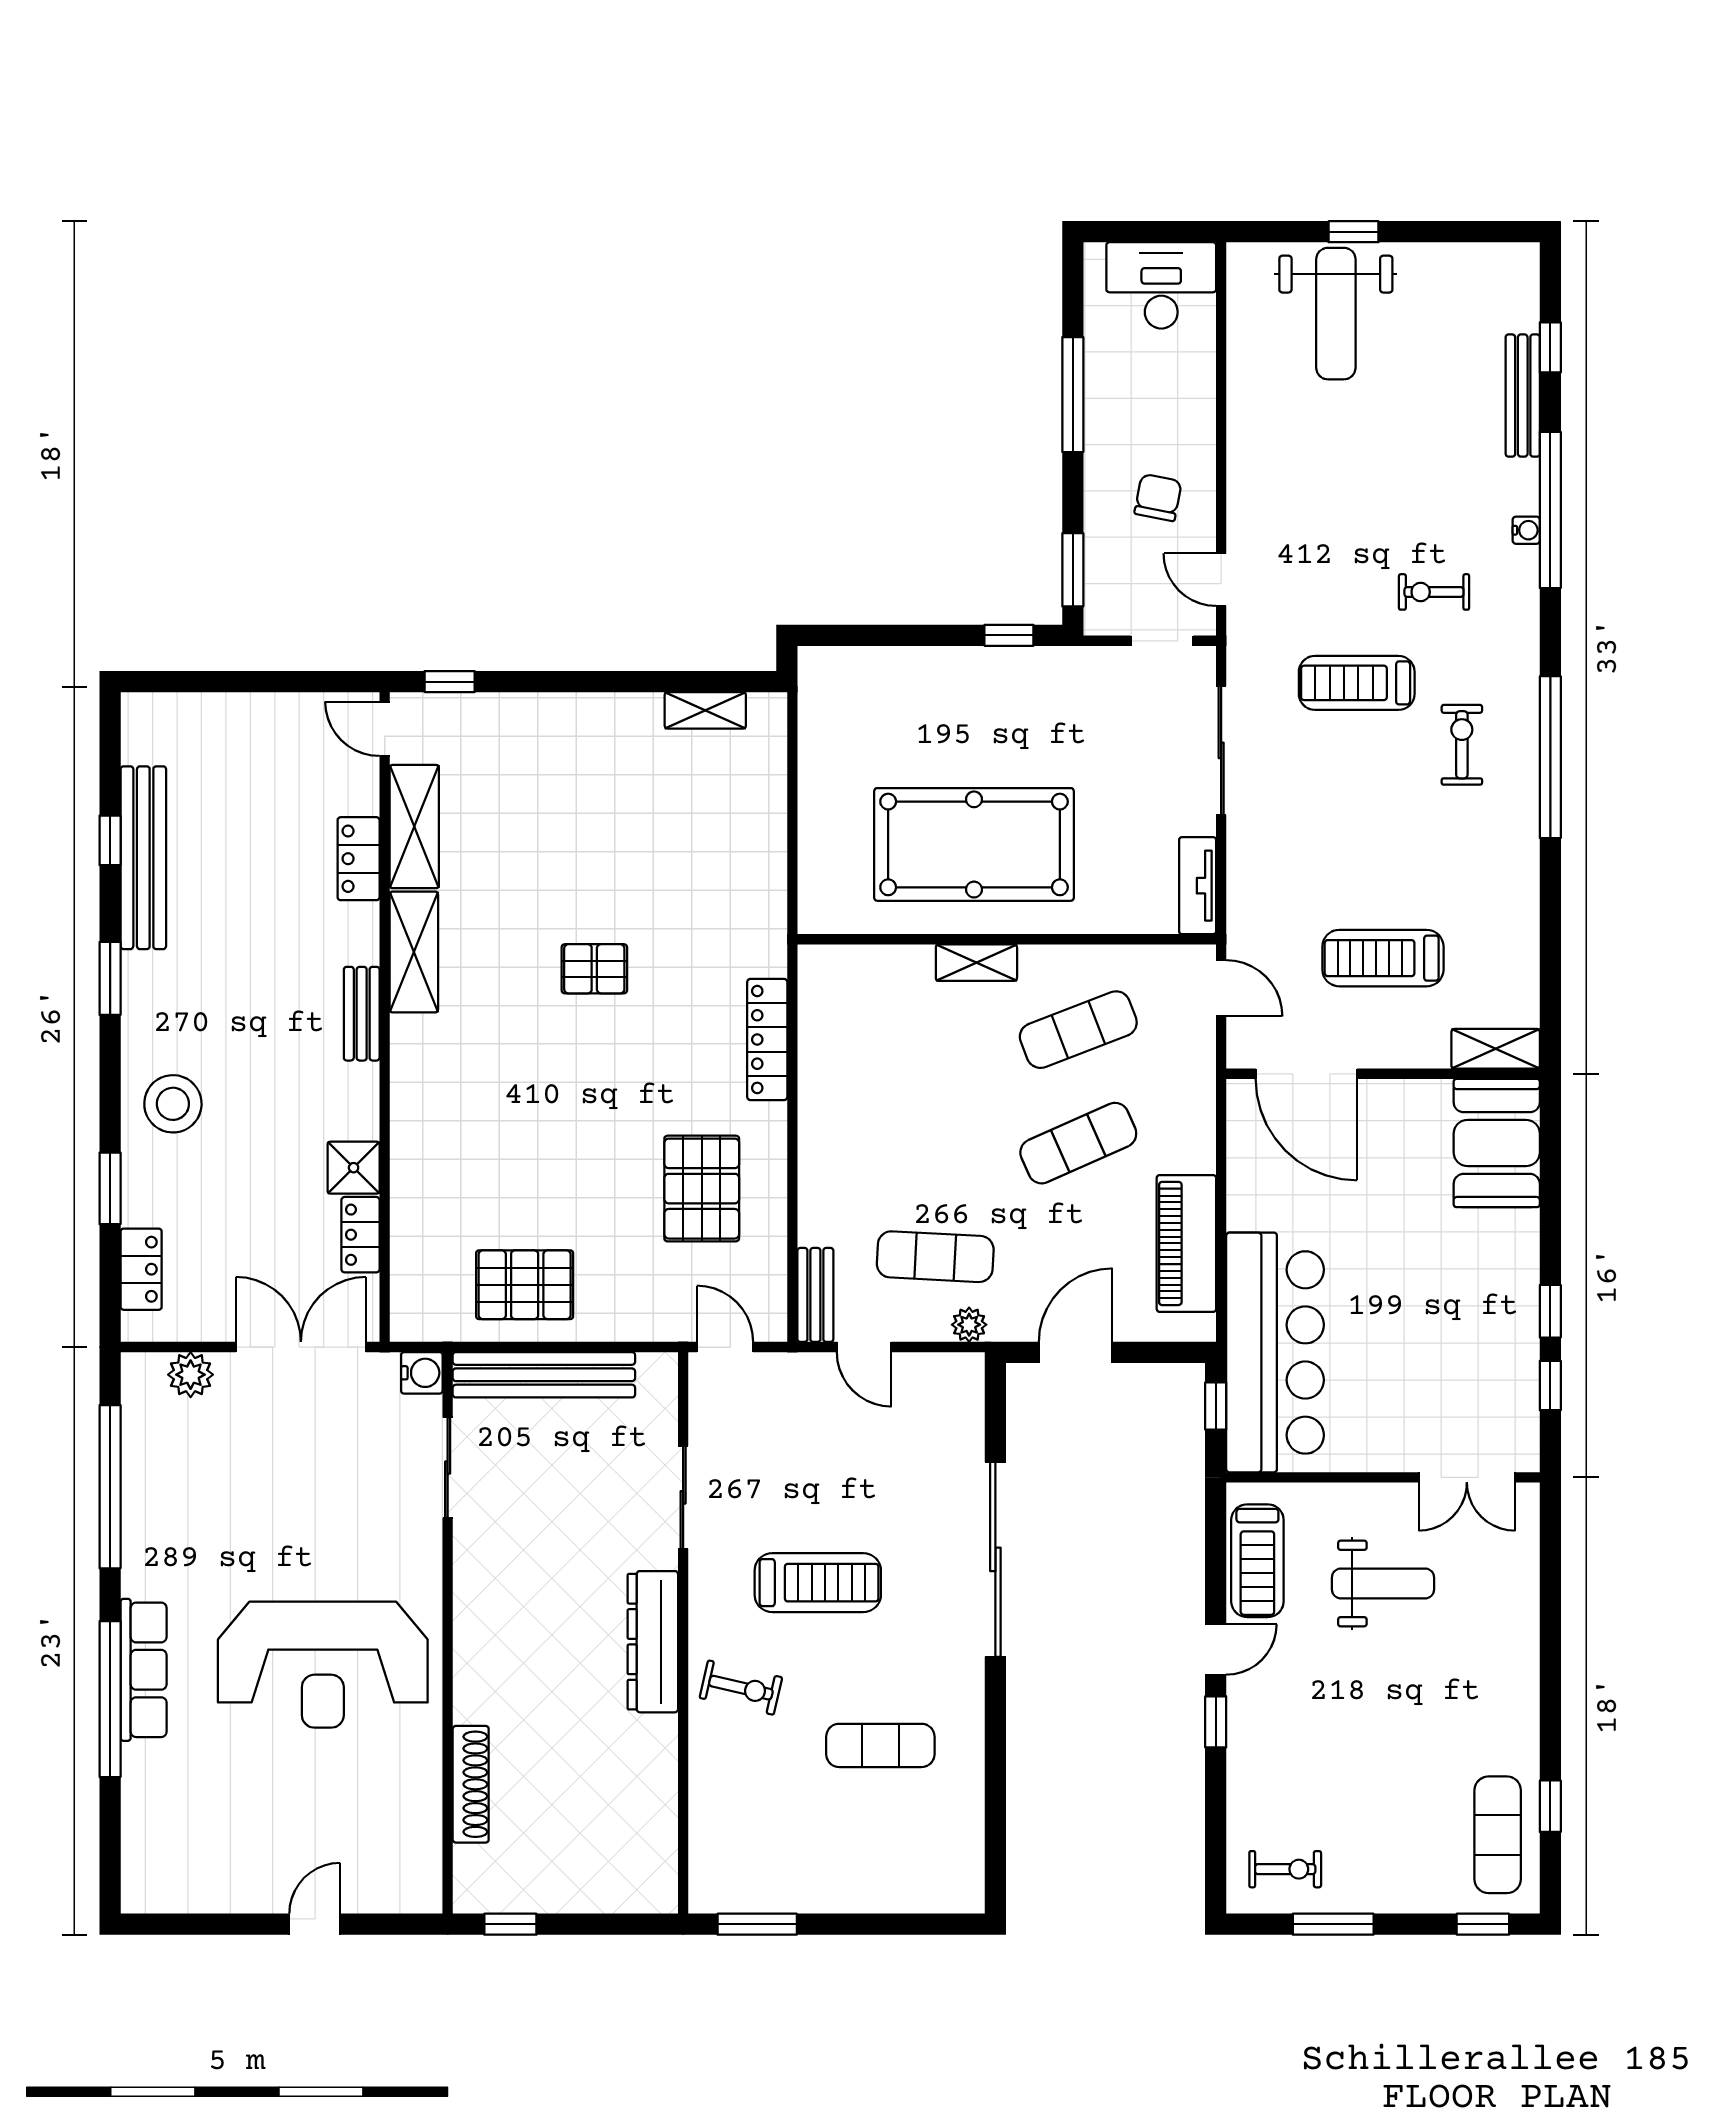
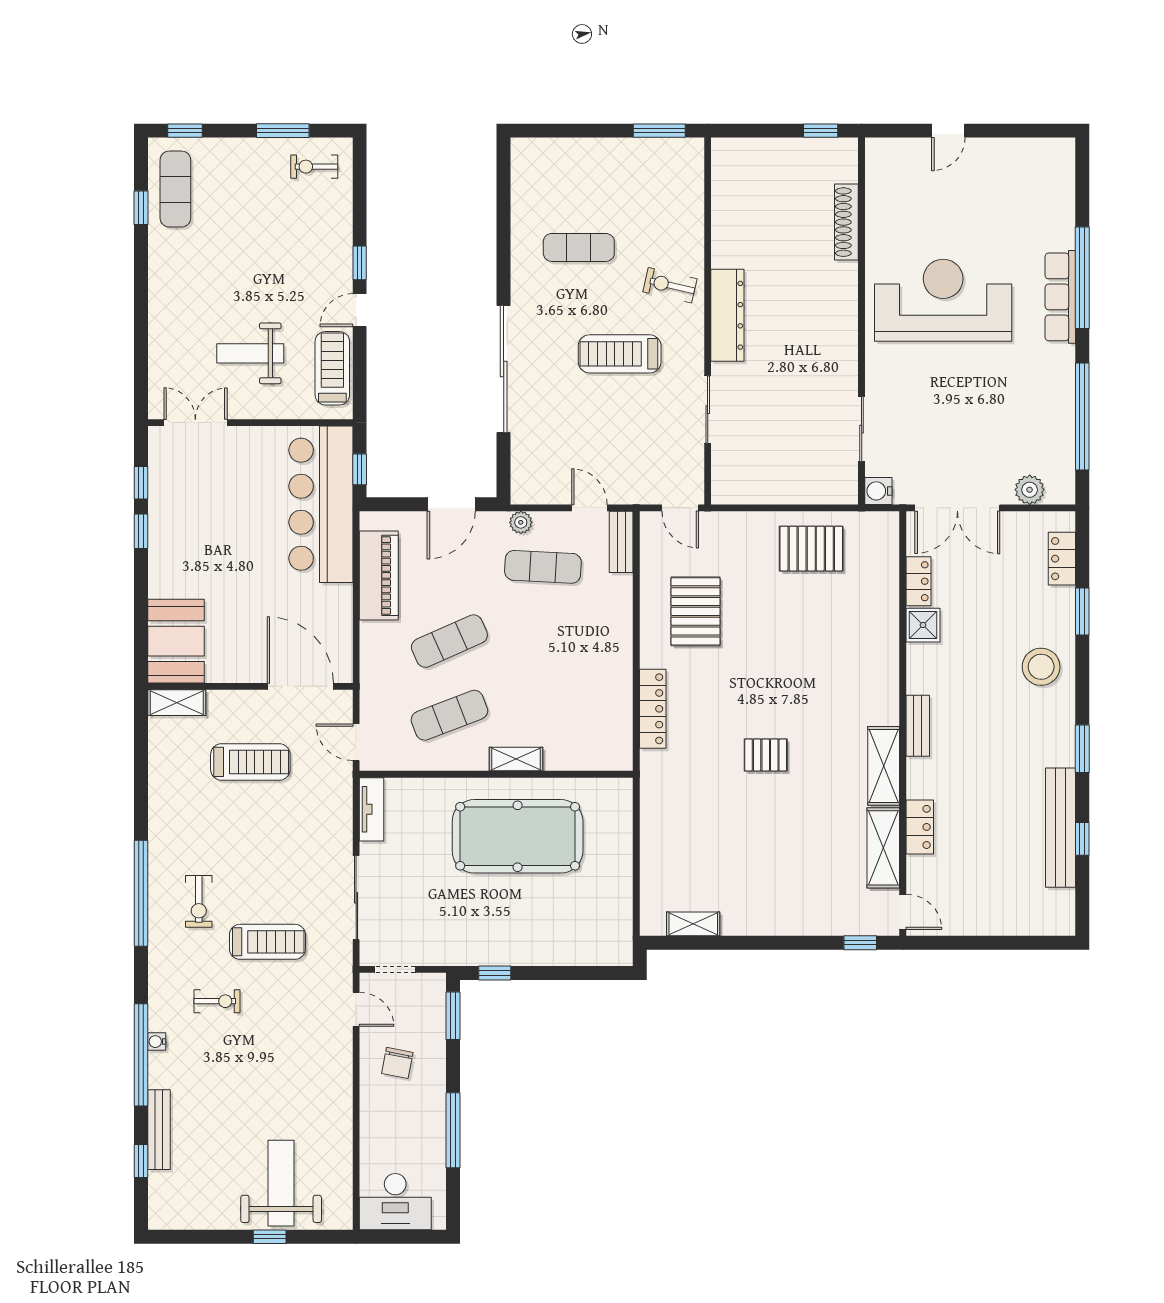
bench: (544, 1375) -> (799, 490), removed

